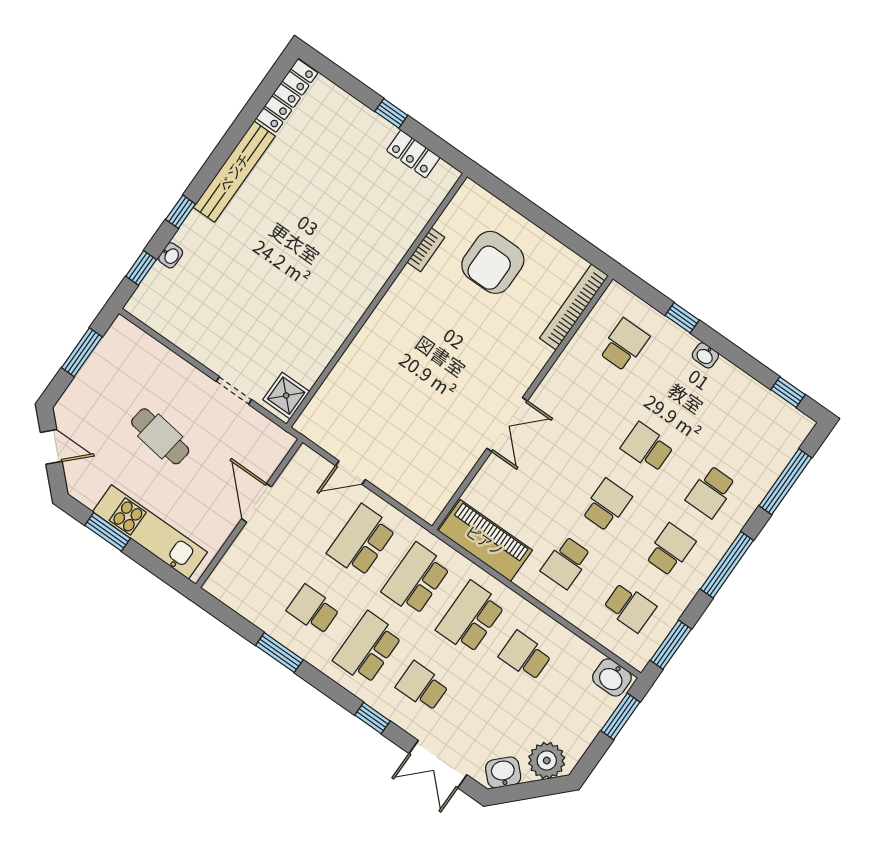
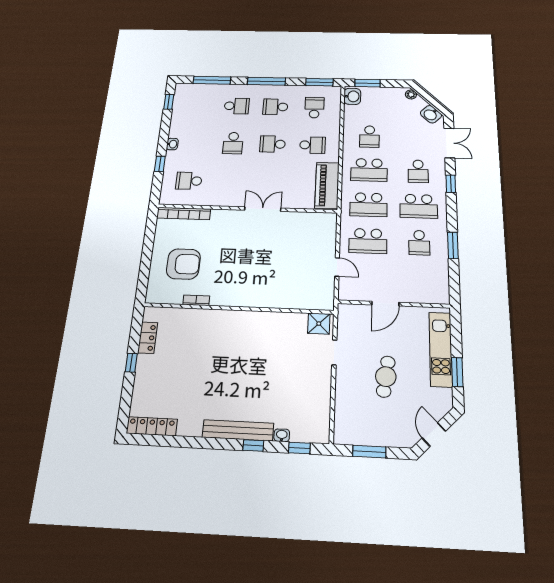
bench: (234, 172) -> (238, 430), moved
plant: (547, 760) -> (411, 94), width x0.53, depth x0.53

